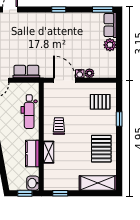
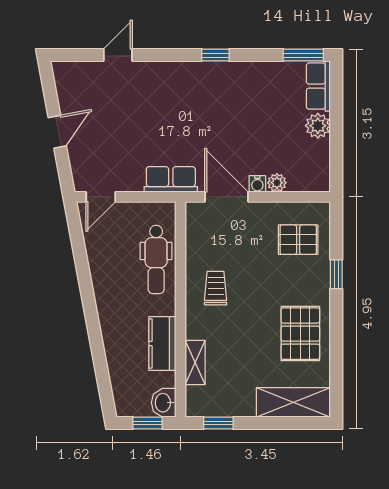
row of seats: (26, 72) -> (171, 179), moved
shelving: (49, 152) -> (195, 362), moved

